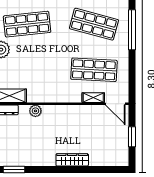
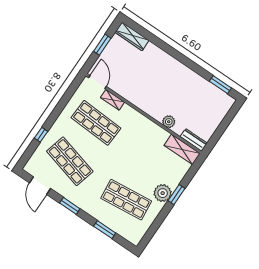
window: (132, 30) -> (41, 135), width x0.32
wardrobe: (72, 160) -> (132, 36), moved

